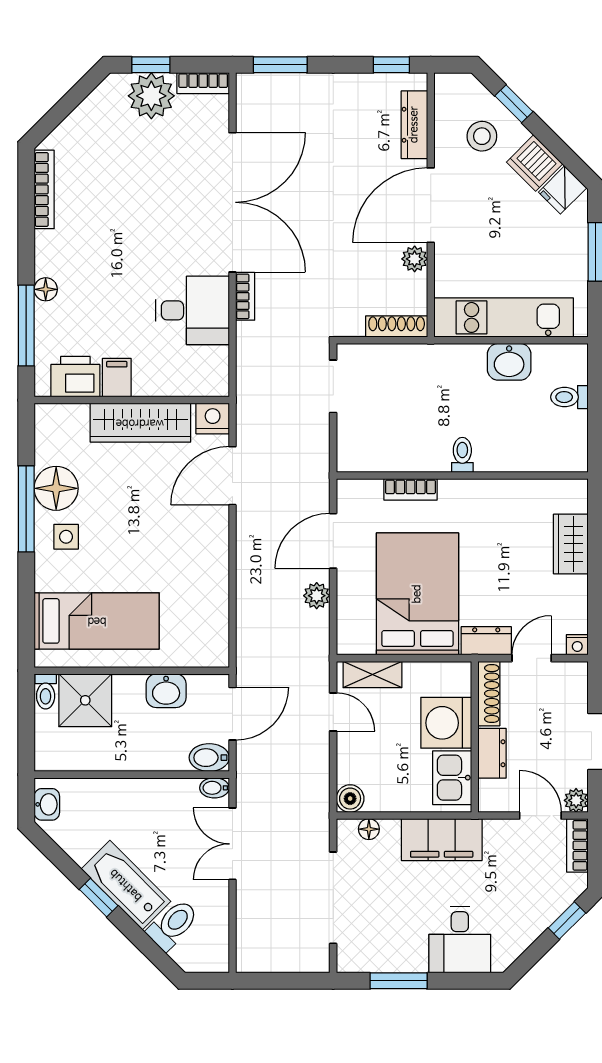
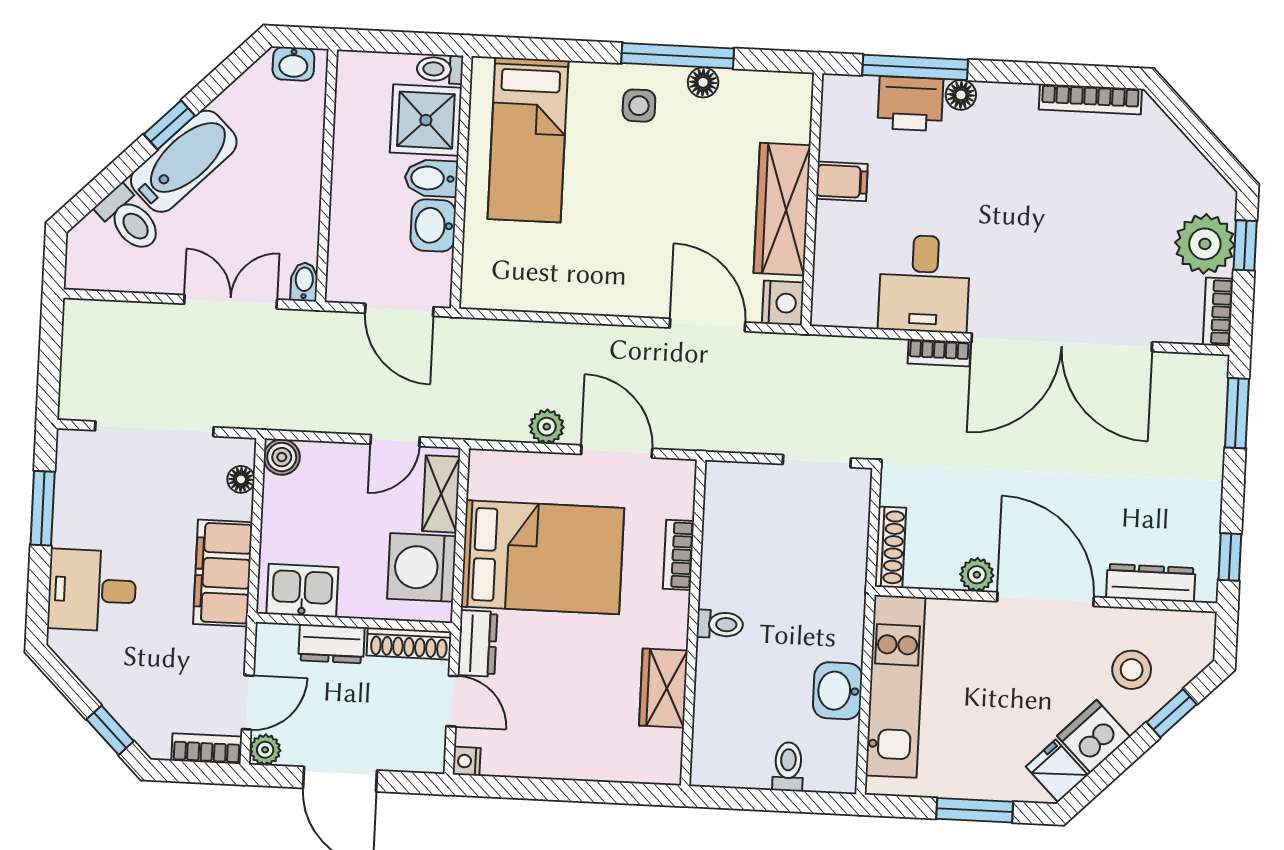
printer: (75, 377) -> (910, 104), moved, turned 90
floor lamp: (56, 488) -> (703, 82), width x0.53, depth x0.53
wardrobe: (571, 544) -> (663, 688), moved, turned -90
washing machine: (446, 723) -> (422, 567), moved, turned -90
bidet: (209, 758) -> (431, 178), moved, turned -90

